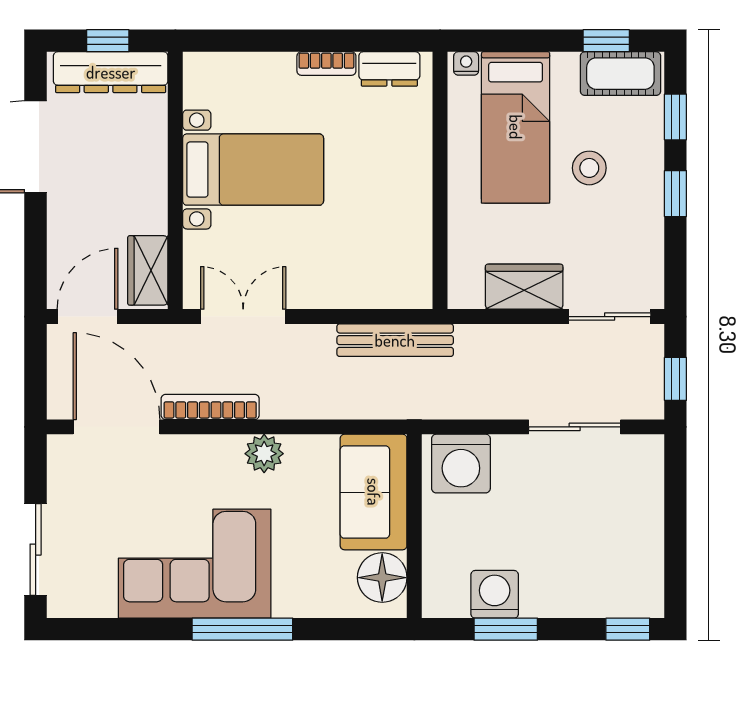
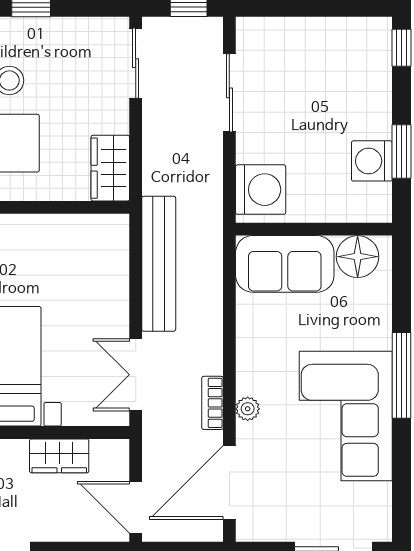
wardrobe: (148, 270) -> (59, 456), moved
wardrobe: (524, 287) -> (110, 168), moved
bench: (395, 340) -> (159, 264), width x1.37, depth x1.21
bookcase: (210, 407) -> (213, 403), width x0.64
plant: (264, 454) -> (248, 409), moved, width x0.73, depth x0.73

